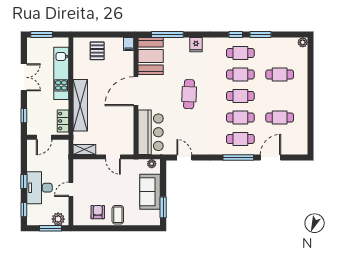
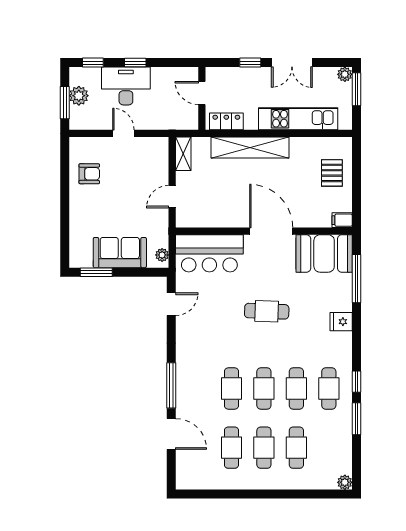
plant: (32, 42) -> (345, 74), added
pallet: (97, 51) -> (332, 173), turned 90
window: (24, 116) -> (250, 63), moved
cafe table: (240, 139) -> (264, 448), moved
coffee table: (118, 215) -> (85, 204), removed
plant: (58, 219) -> (79, 96), moved

